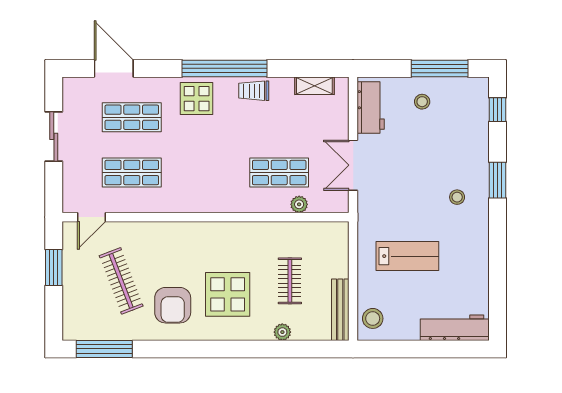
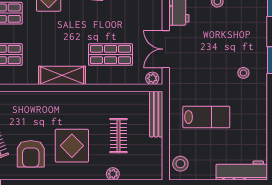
shelving: (215, 200) -> (62, 75), added
plant: (299, 204) -> (152, 78), moved
bench: (340, 310) -> (156, 114), moved

